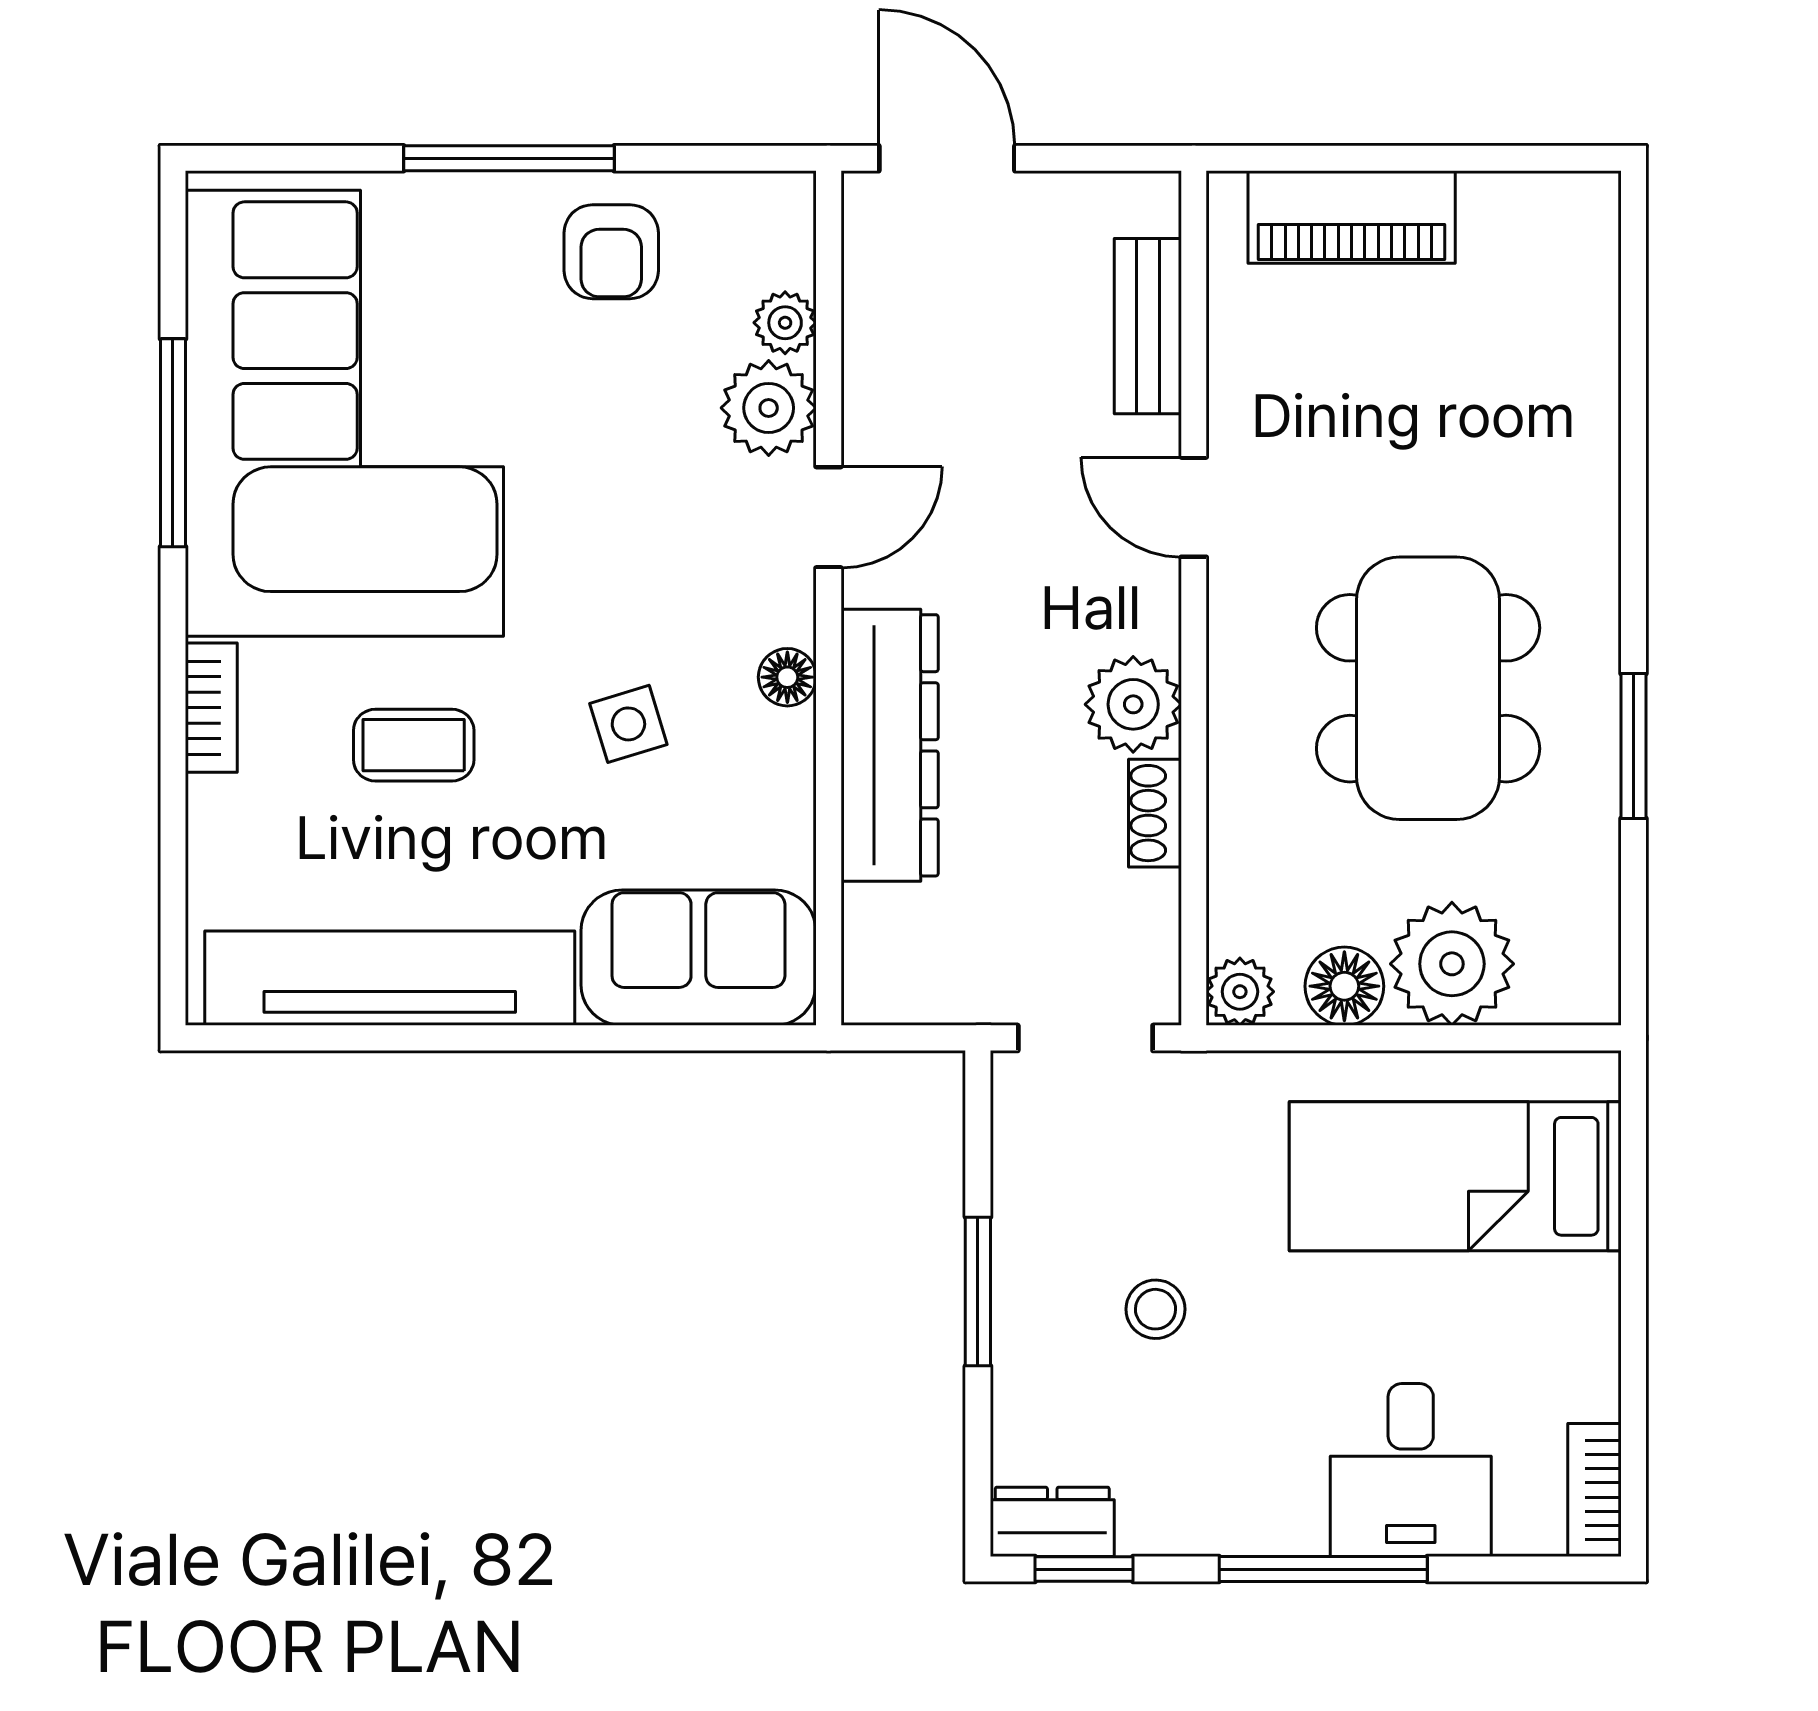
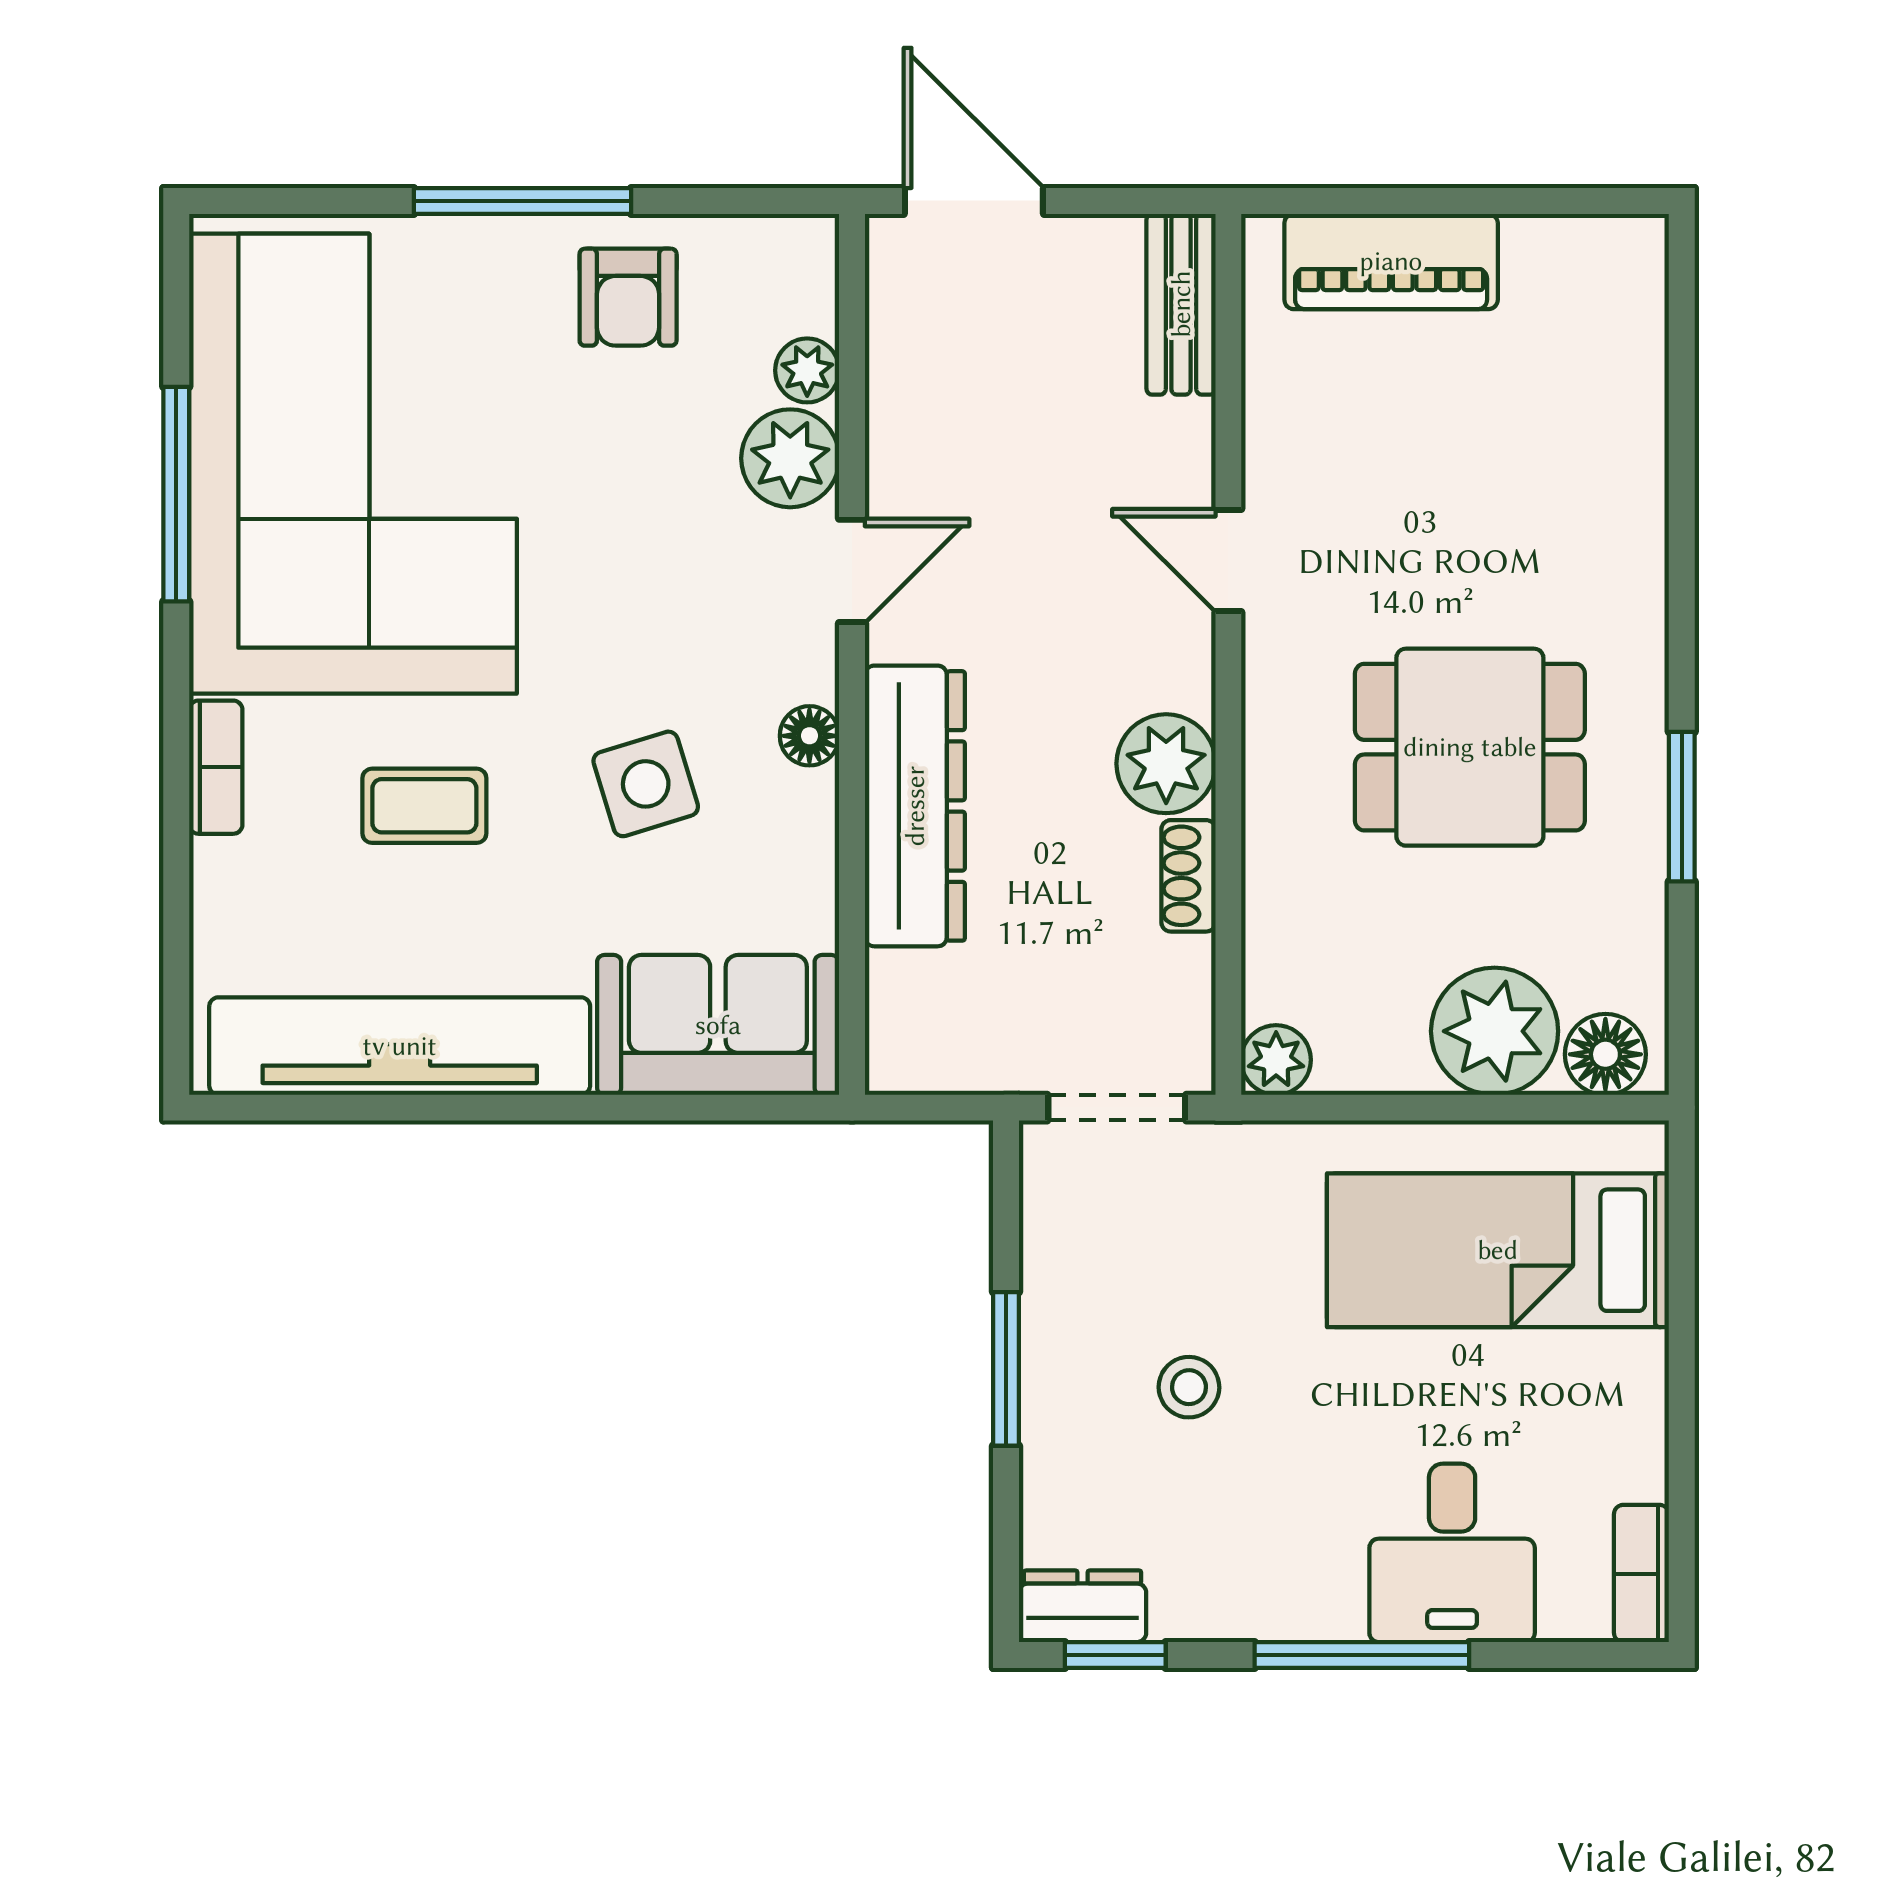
bench: (1148, 326) -> (1181, 304), moved
dining table: (1428, 688) -> (1470, 747), width x0.73
side table: (628, 724) -> (646, 784), width x1.37, depth x1.37
floor lamp: (1344, 986) -> (1605, 1054), moved

